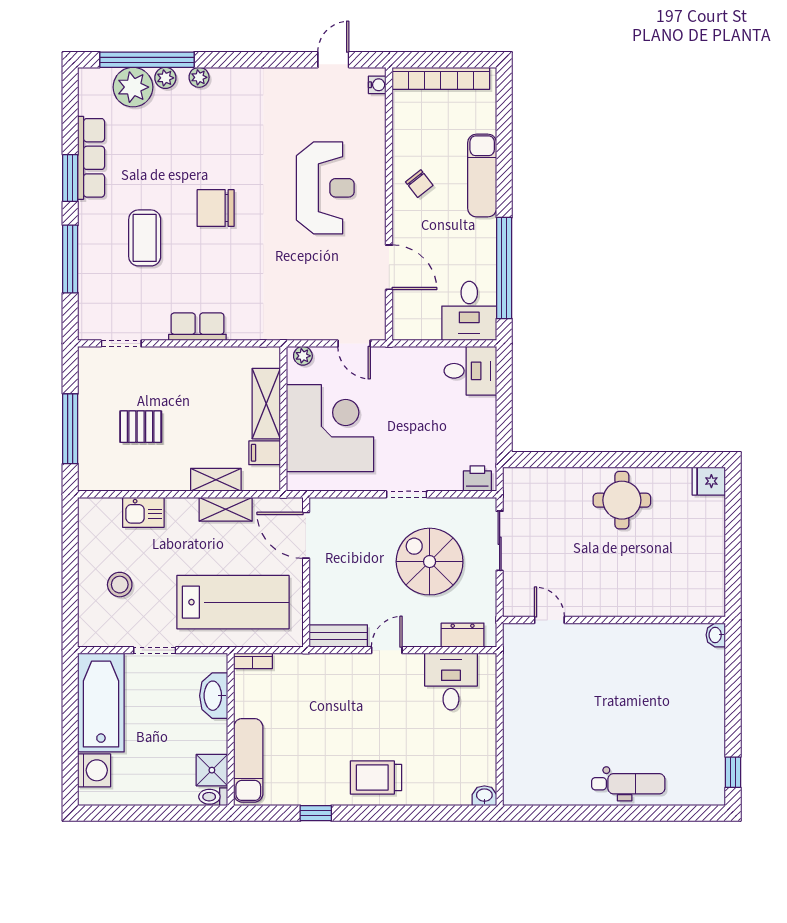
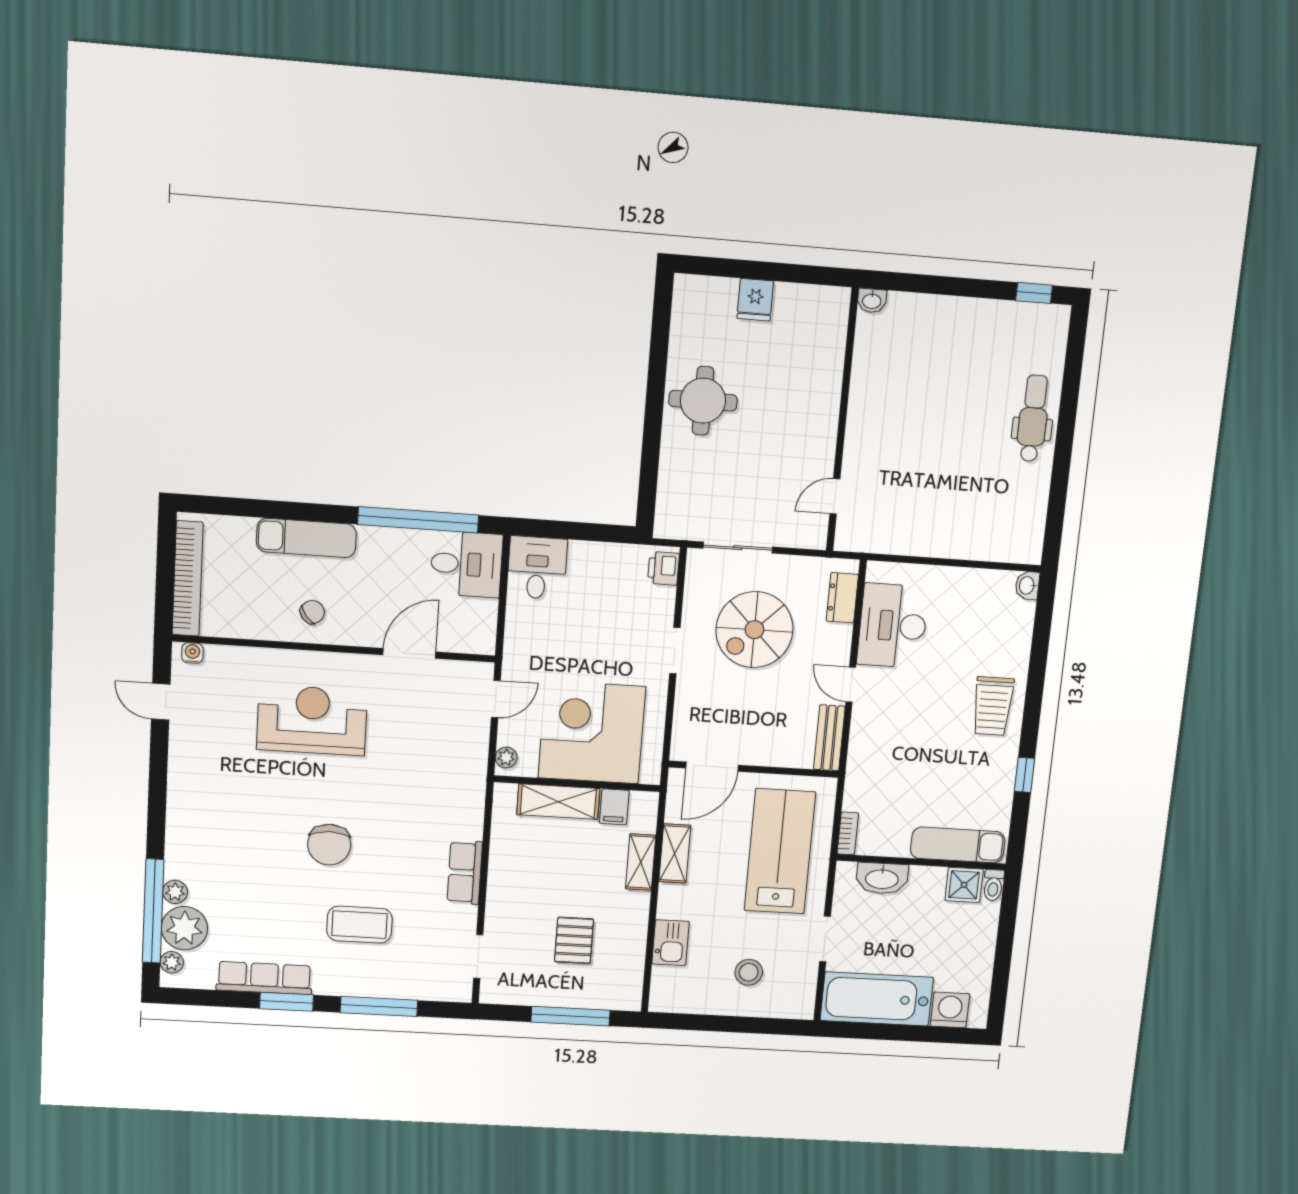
plant: (199, 77) -> (172, 962), moved
fridge: (709, 481) -> (755, 300), moved
desk: (451, 682) -> (893, 626), width x1.37

